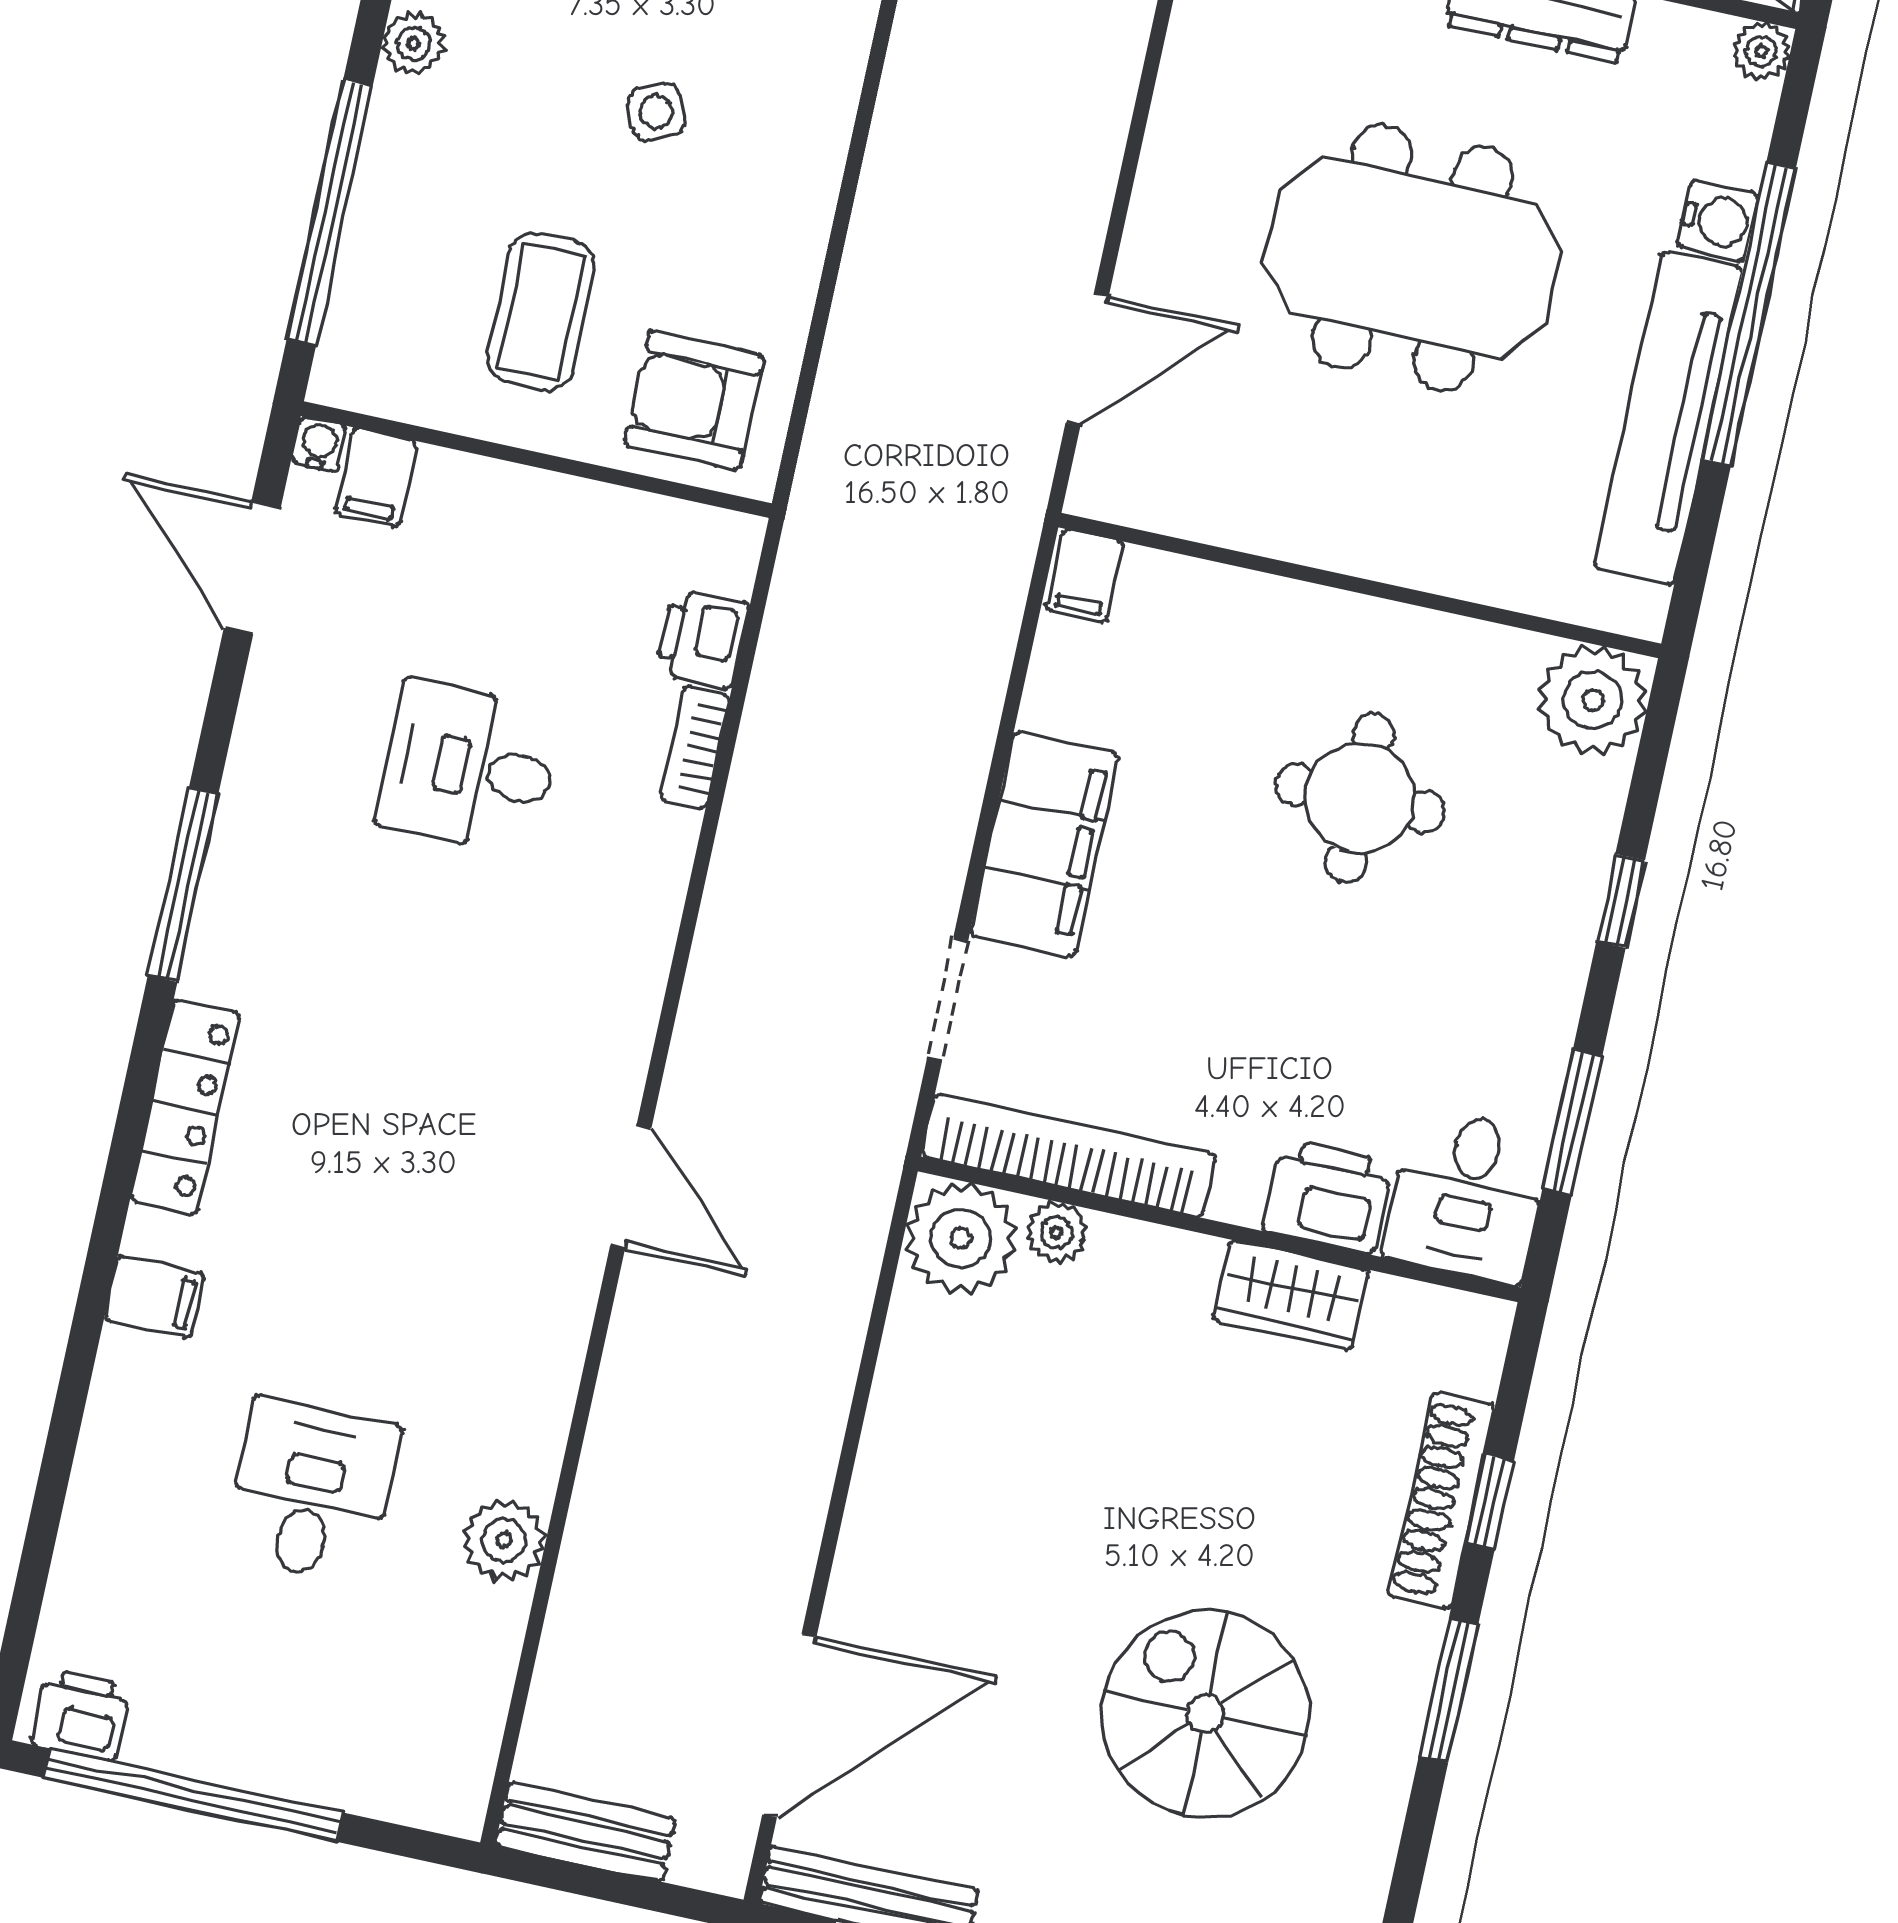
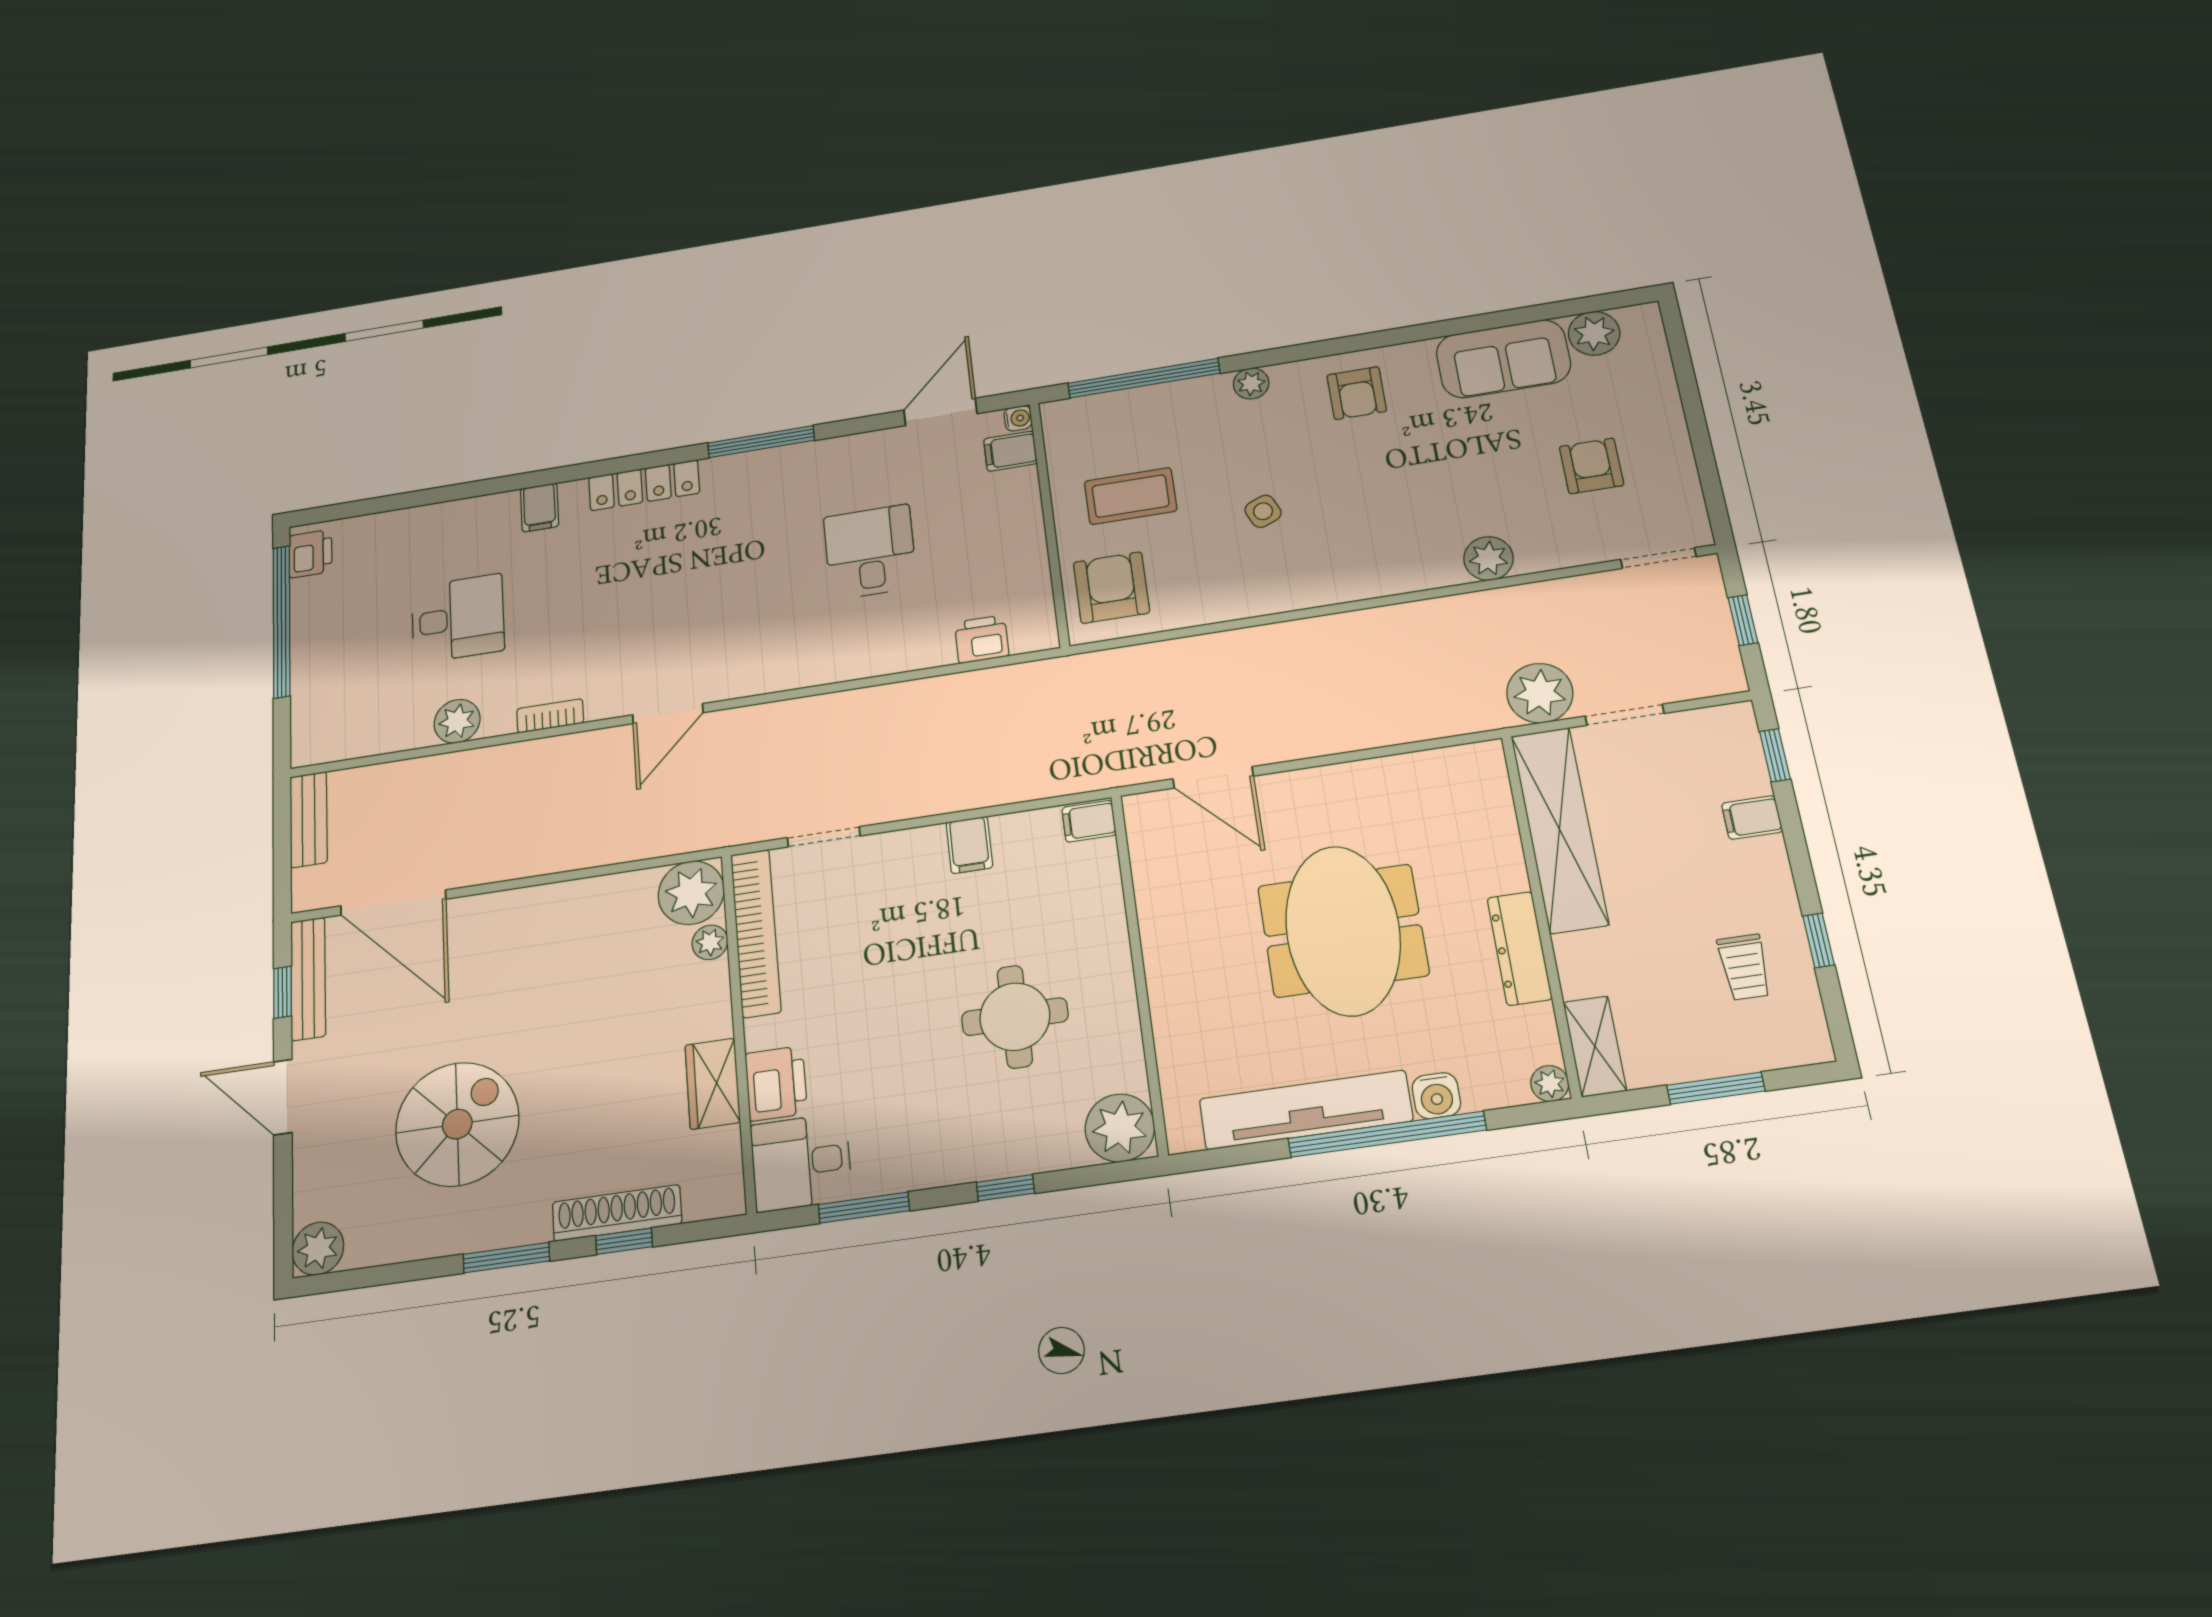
bookcase: (695, 747) -> (550, 716), moved
filing cabinet: (1044, 844) -> (969, 845), width x0.33, depth x0.86

